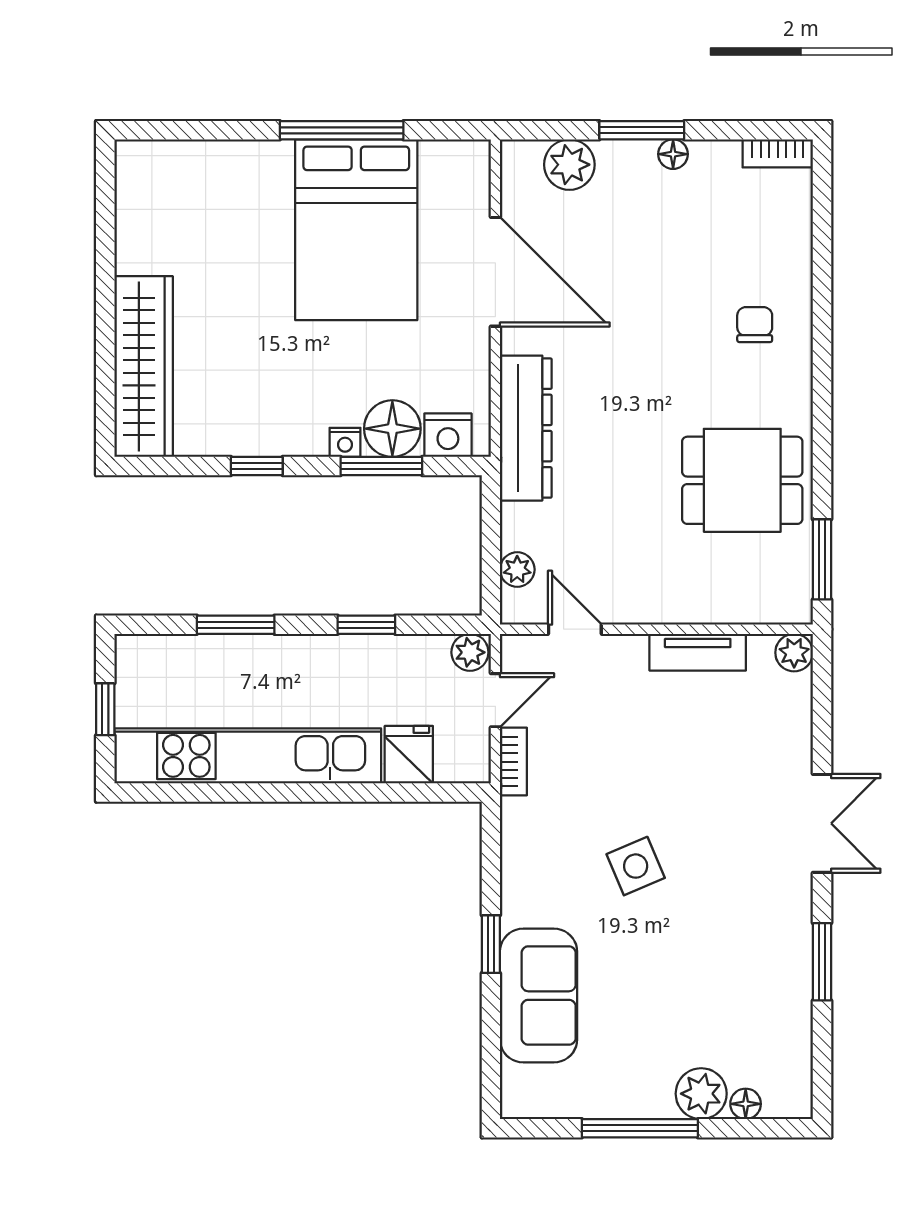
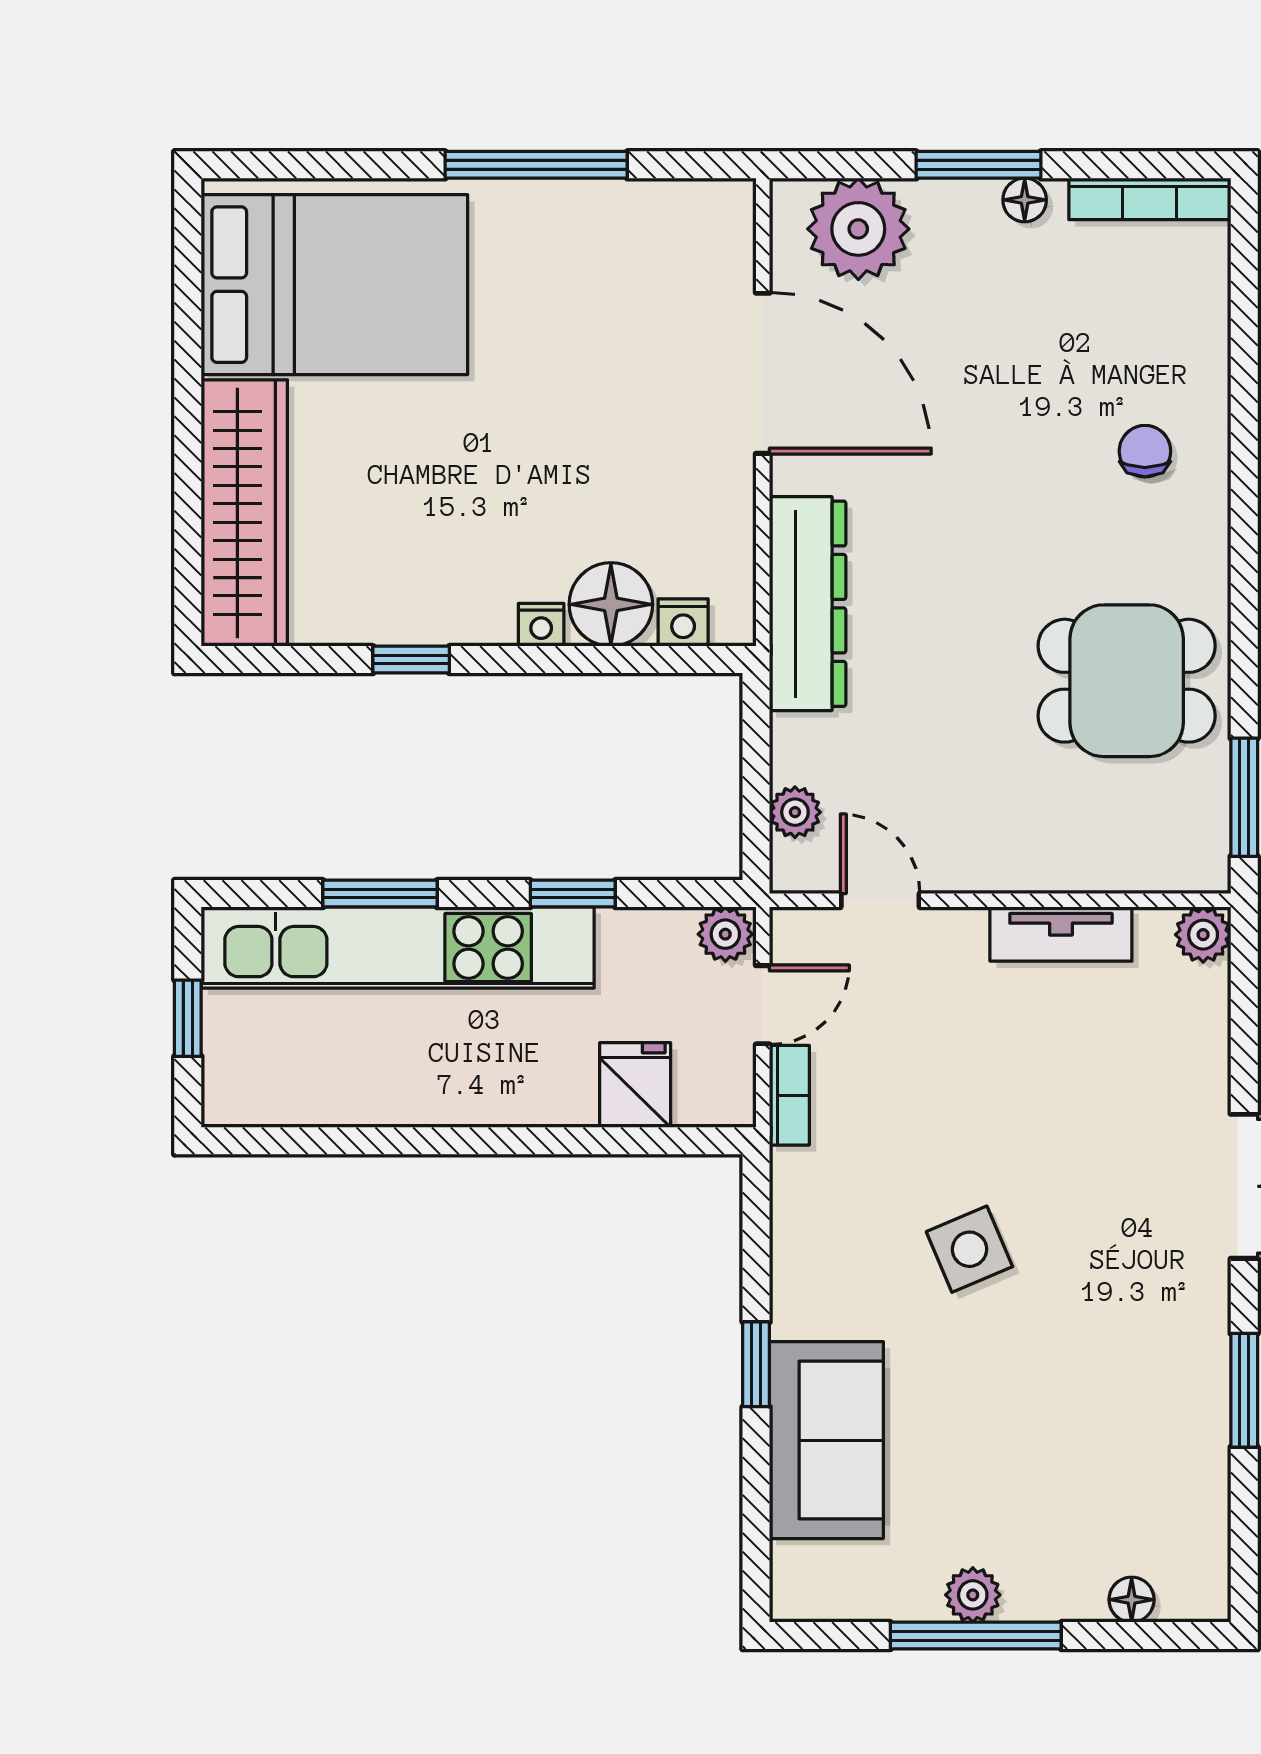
bookcase: (778, 153) -> (1150, 199), width x1.56
plant: (569, 165) -> (858, 229), width x1.36, depth x1.36
bed: (356, 230) -> (334, 285), moved, turned -90
nightstand: (448, 435) -> (683, 622), width x0.72, depth x0.74
window: (381, 466) -> (595, 660), removed
kitchen unit: (248, 756) -> (398, 947), moved, turned 180
plant: (701, 1094) -> (973, 1595), moved, width x0.73, depth x0.73

